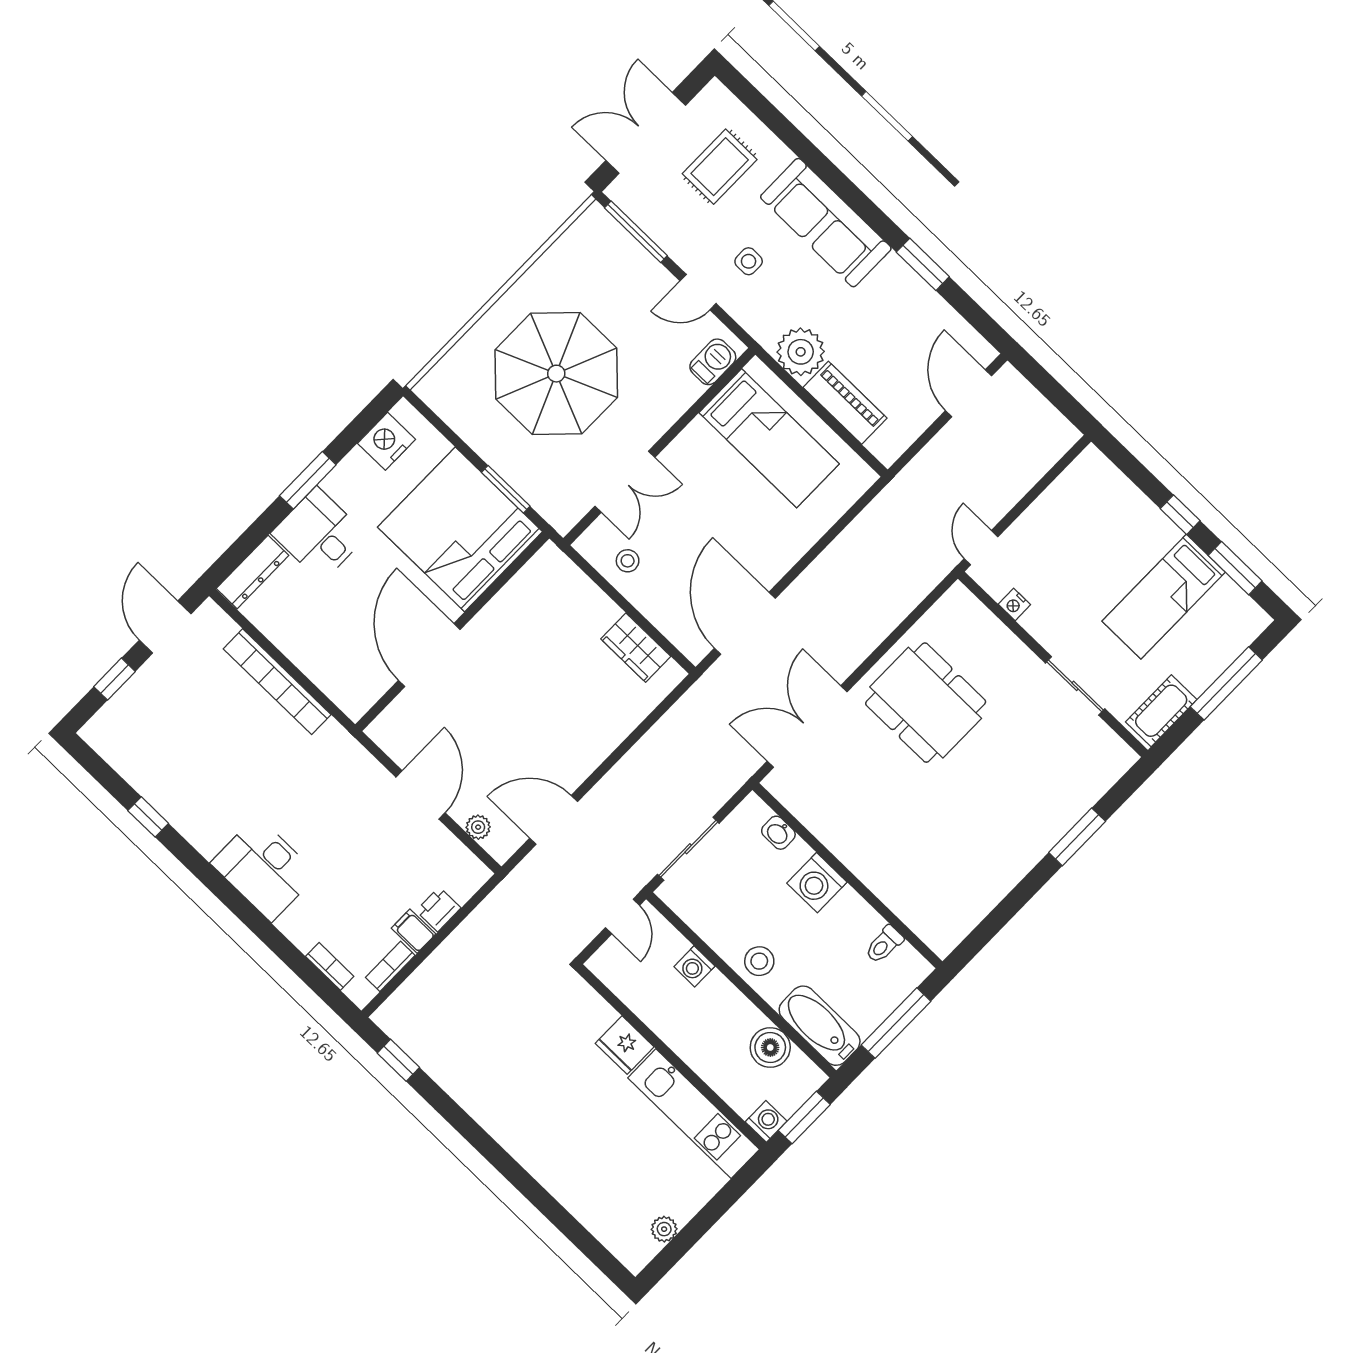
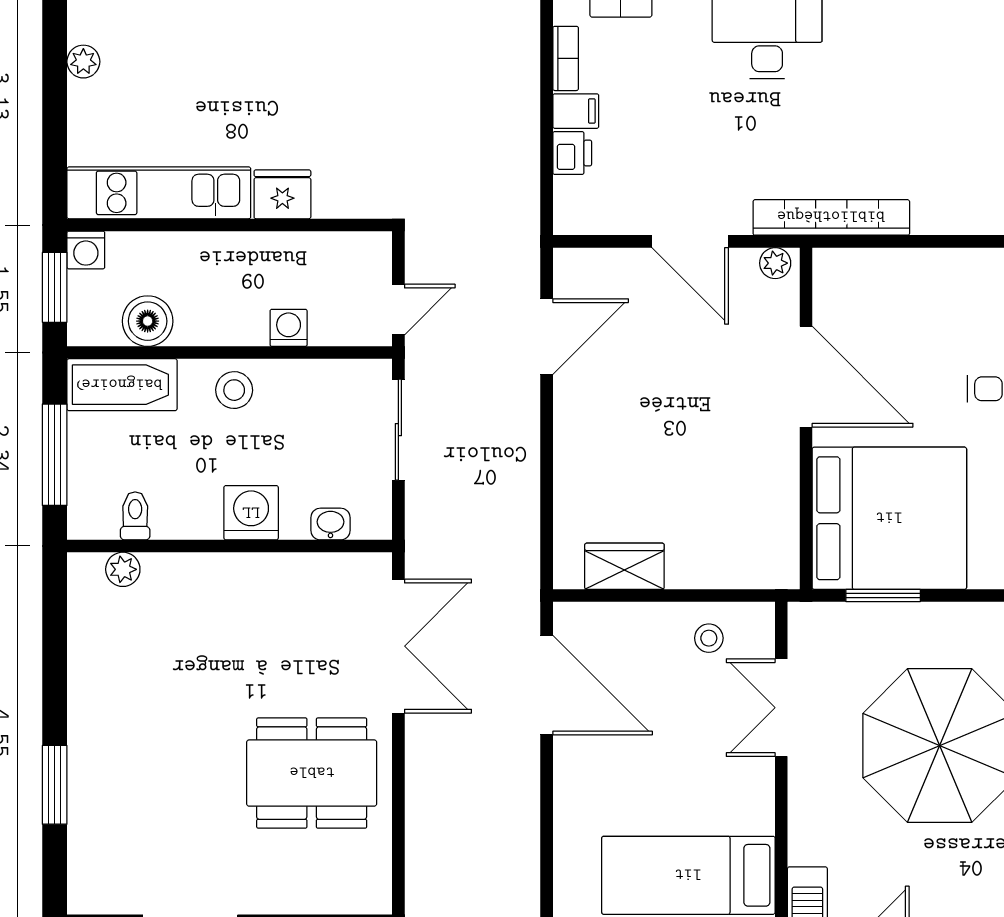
bookcase: (277, 682) -> (831, 217), moved
plant: (478, 827) -> (775, 263), moved
door: (622, 916) -> (398, 309), swing flipped
plant: (920, 921) -> (123, 569), added

